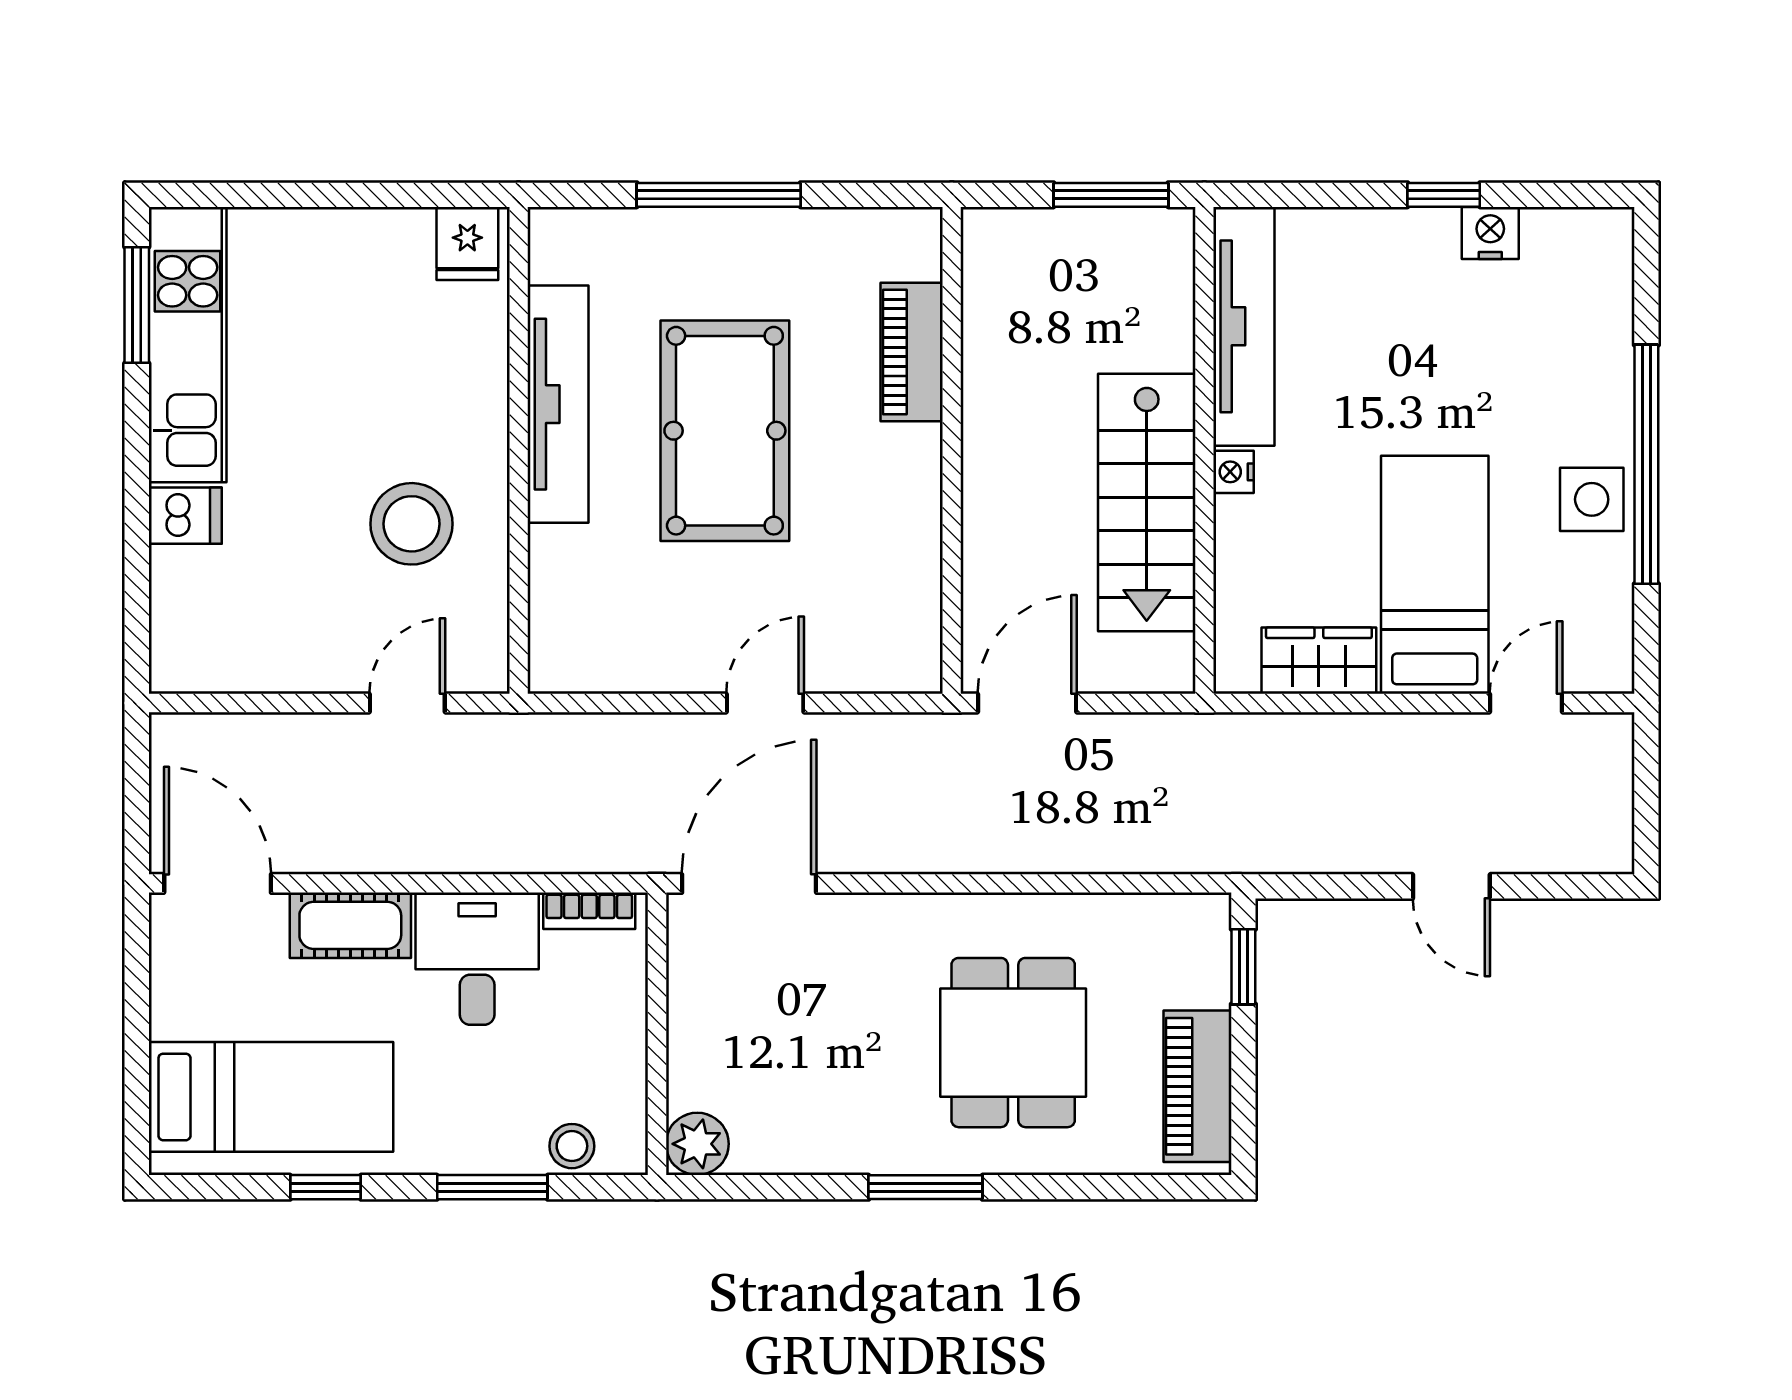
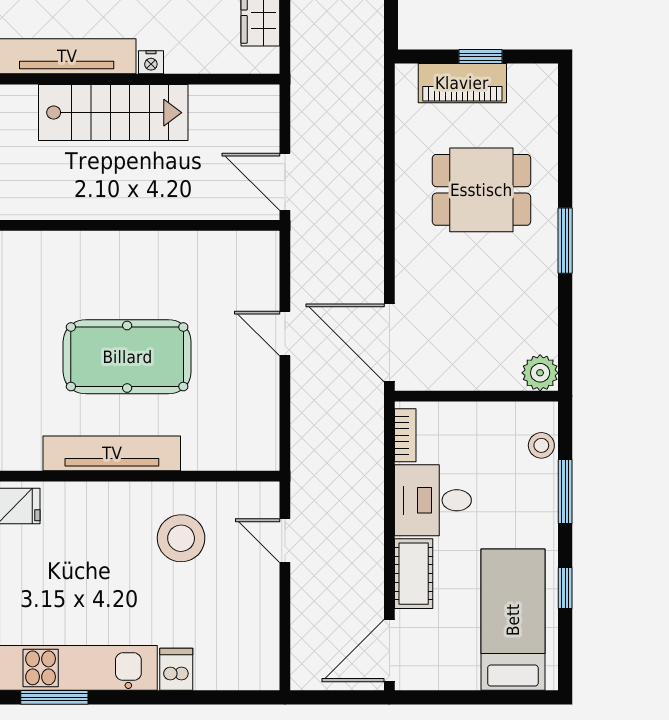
piano: (912, 352) -> (82, 249), removed
stairs: (1147, 502) -> (113, 113), moved
window: (1243, 967) -> (480, 57), moved
piano: (1197, 1086) -> (462, 83), moved

